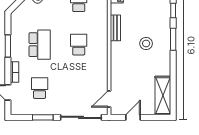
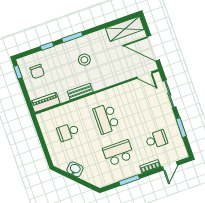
school desk: (79, 45) -> (106, 119), width x1.85
school desk: (40, 88) -> (156, 139), turned 180
sliding door: (81, 117) -> (169, 94), width x0.73
door: (133, 117) -> (153, 48), width x1.88

